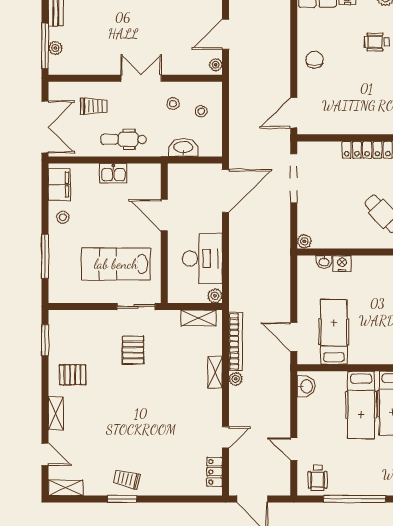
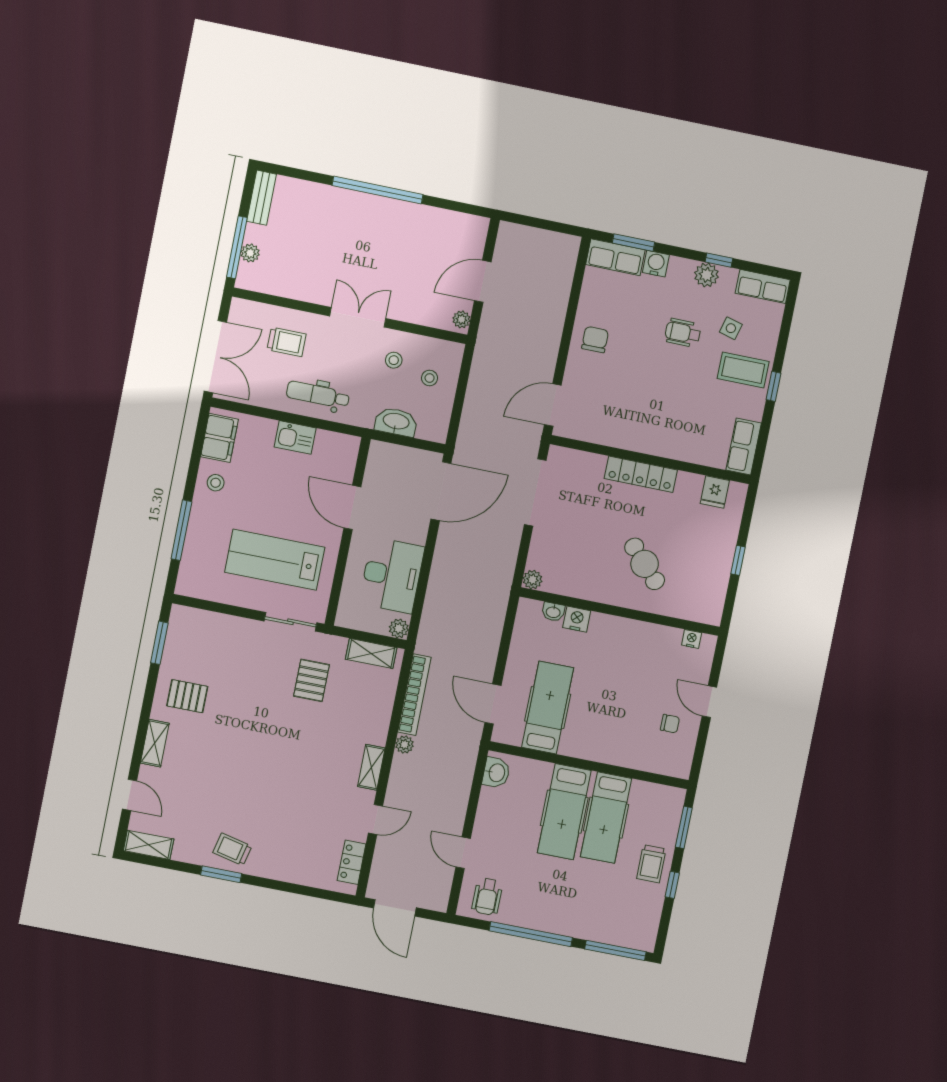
pallet: (133, 350) -> (311, 680), moved
shelving: (215, 372) -> (371, 767), moved

